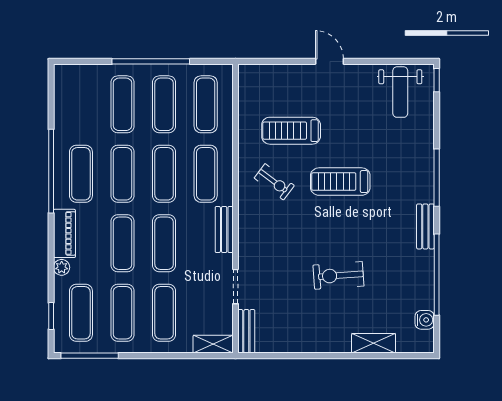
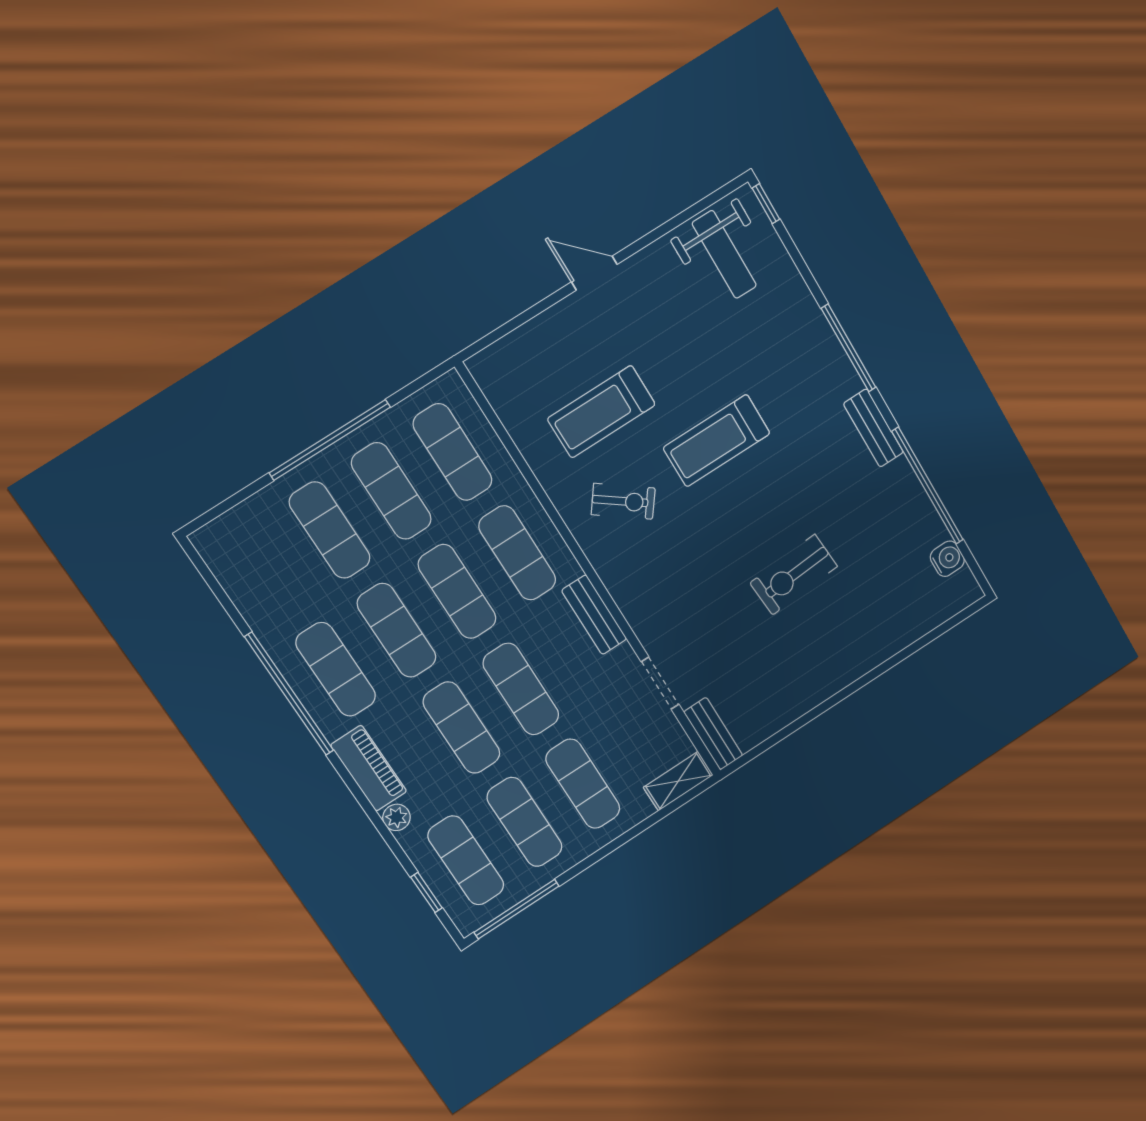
shelving: (374, 343) -> (897, 636), removed

